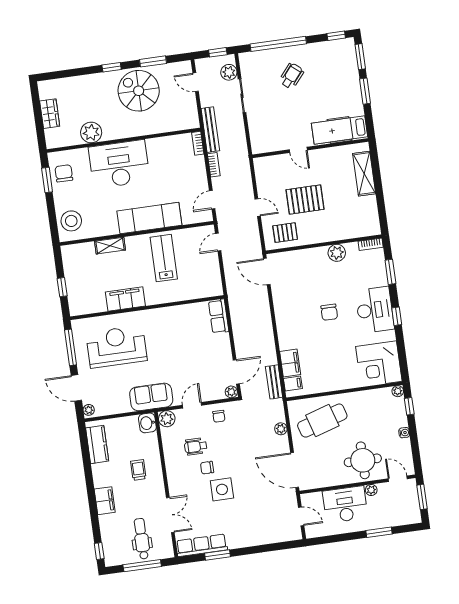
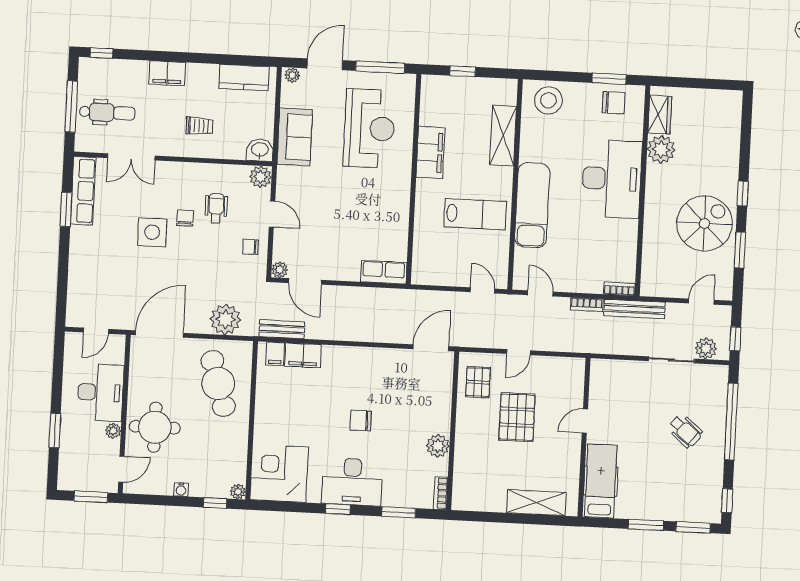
wardrobe: (50, 114) -> (660, 115), moved, turned -90
shelving: (110, 246) -> (503, 136), width x1.50, depth x1.33
sofa: (151, 397) -> (295, 137), moved
plant: (281, 429) -> (225, 319), width x1.88, depth x1.88

